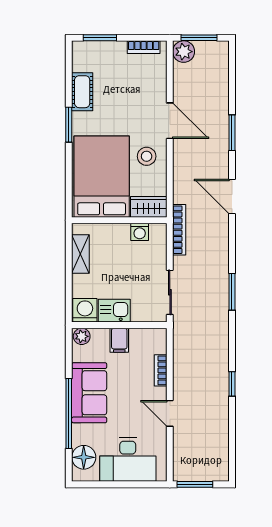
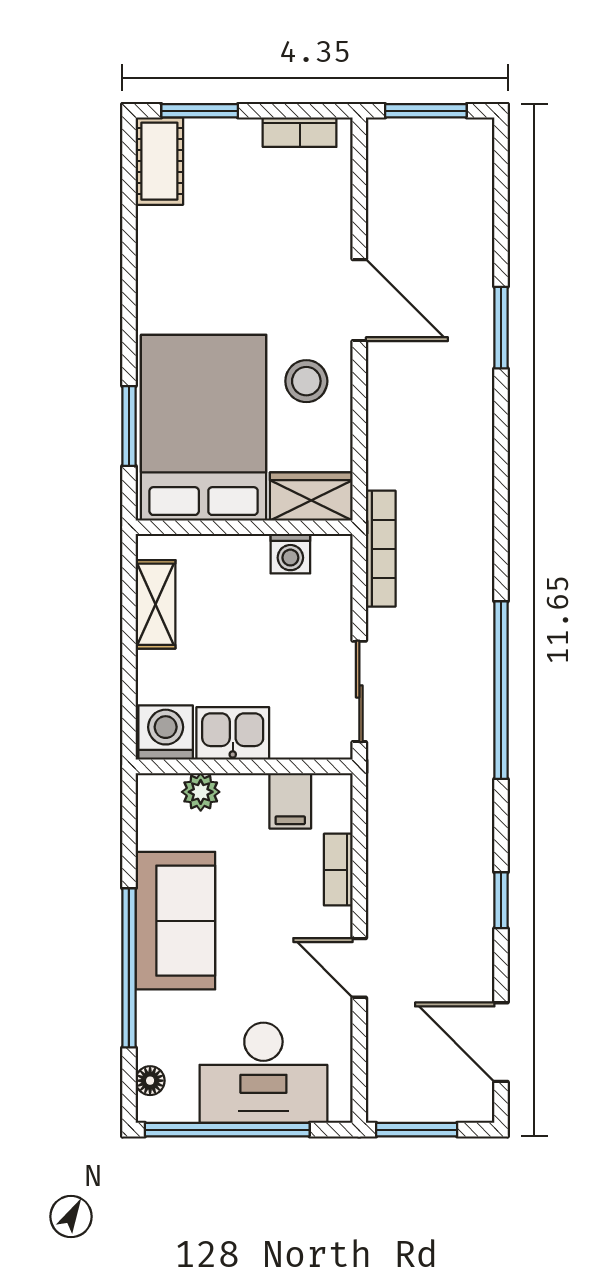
plant: (184, 52) -> (391, 142), removed
cot: (82, 92) -> (159, 161), moved
window: (69, 125) -> (129, 426), moved
door: (232, 197) -> (501, 1042), moved
window: (232, 292) -> (501, 690), width x2.11
plant: (82, 336) -> (201, 792), moved
filing cabinet: (119, 340) -> (290, 801), moved
floor lamp: (84, 457) -> (150, 1081), width x0.53, depth x0.53
window: (112, 484) -> (227, 1130), added

